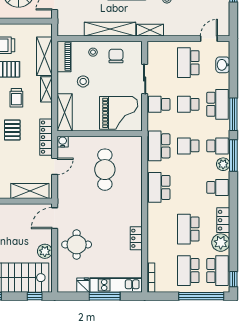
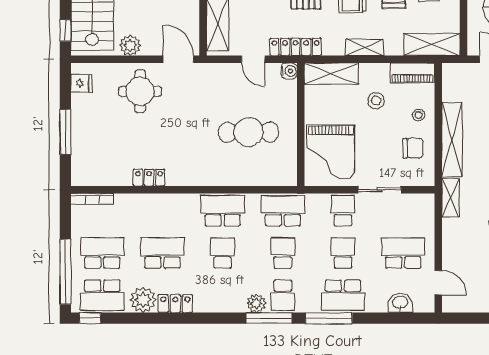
shelving: (44, 56) -> (432, 44), moved
school desk: (218, 187) -> (223, 253), moved, turned 180
fridge: (83, 285) -> (81, 83), moved
kitchen unit: (116, 285) -> (81, 148), removed

